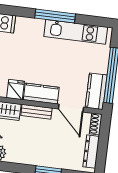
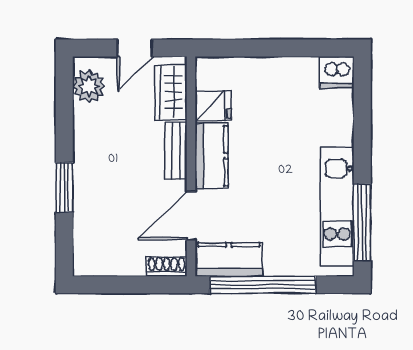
window: (55, 16) -> (362, 222), moved
dresser: (91, 152) -> (113, 264), removed

